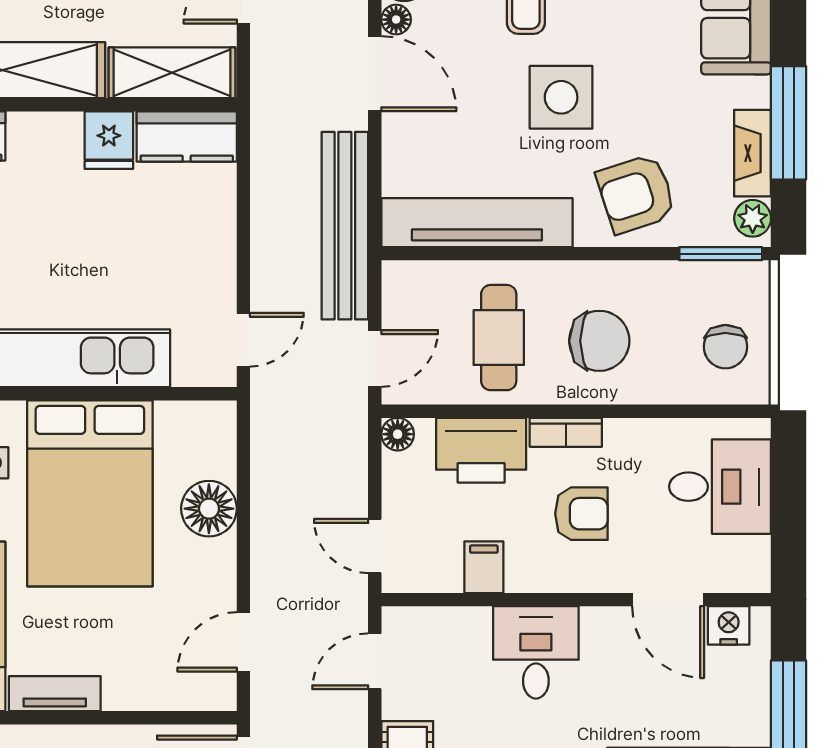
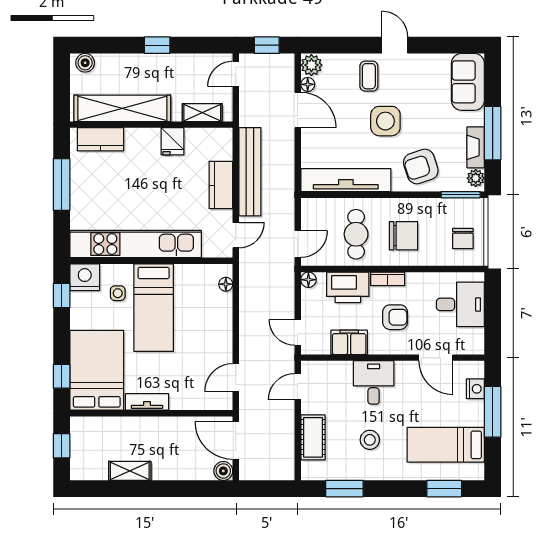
shelving: (172, 73) -> (202, 113), width x0.67, depth x0.75
kitchen counter: (187, 136) -> (221, 185), moved, turned 90
bench: (345, 226) -> (250, 172), moved
bed: (90, 493) -> (154, 308), width x0.67
floor lamp: (209, 509) -> (226, 284), moved, width x0.53, depth x0.53
filing cabinet: (484, 567) -> (349, 342), width x2.00
nightstand: (729, 625) -> (475, 389), moved, turned 90

